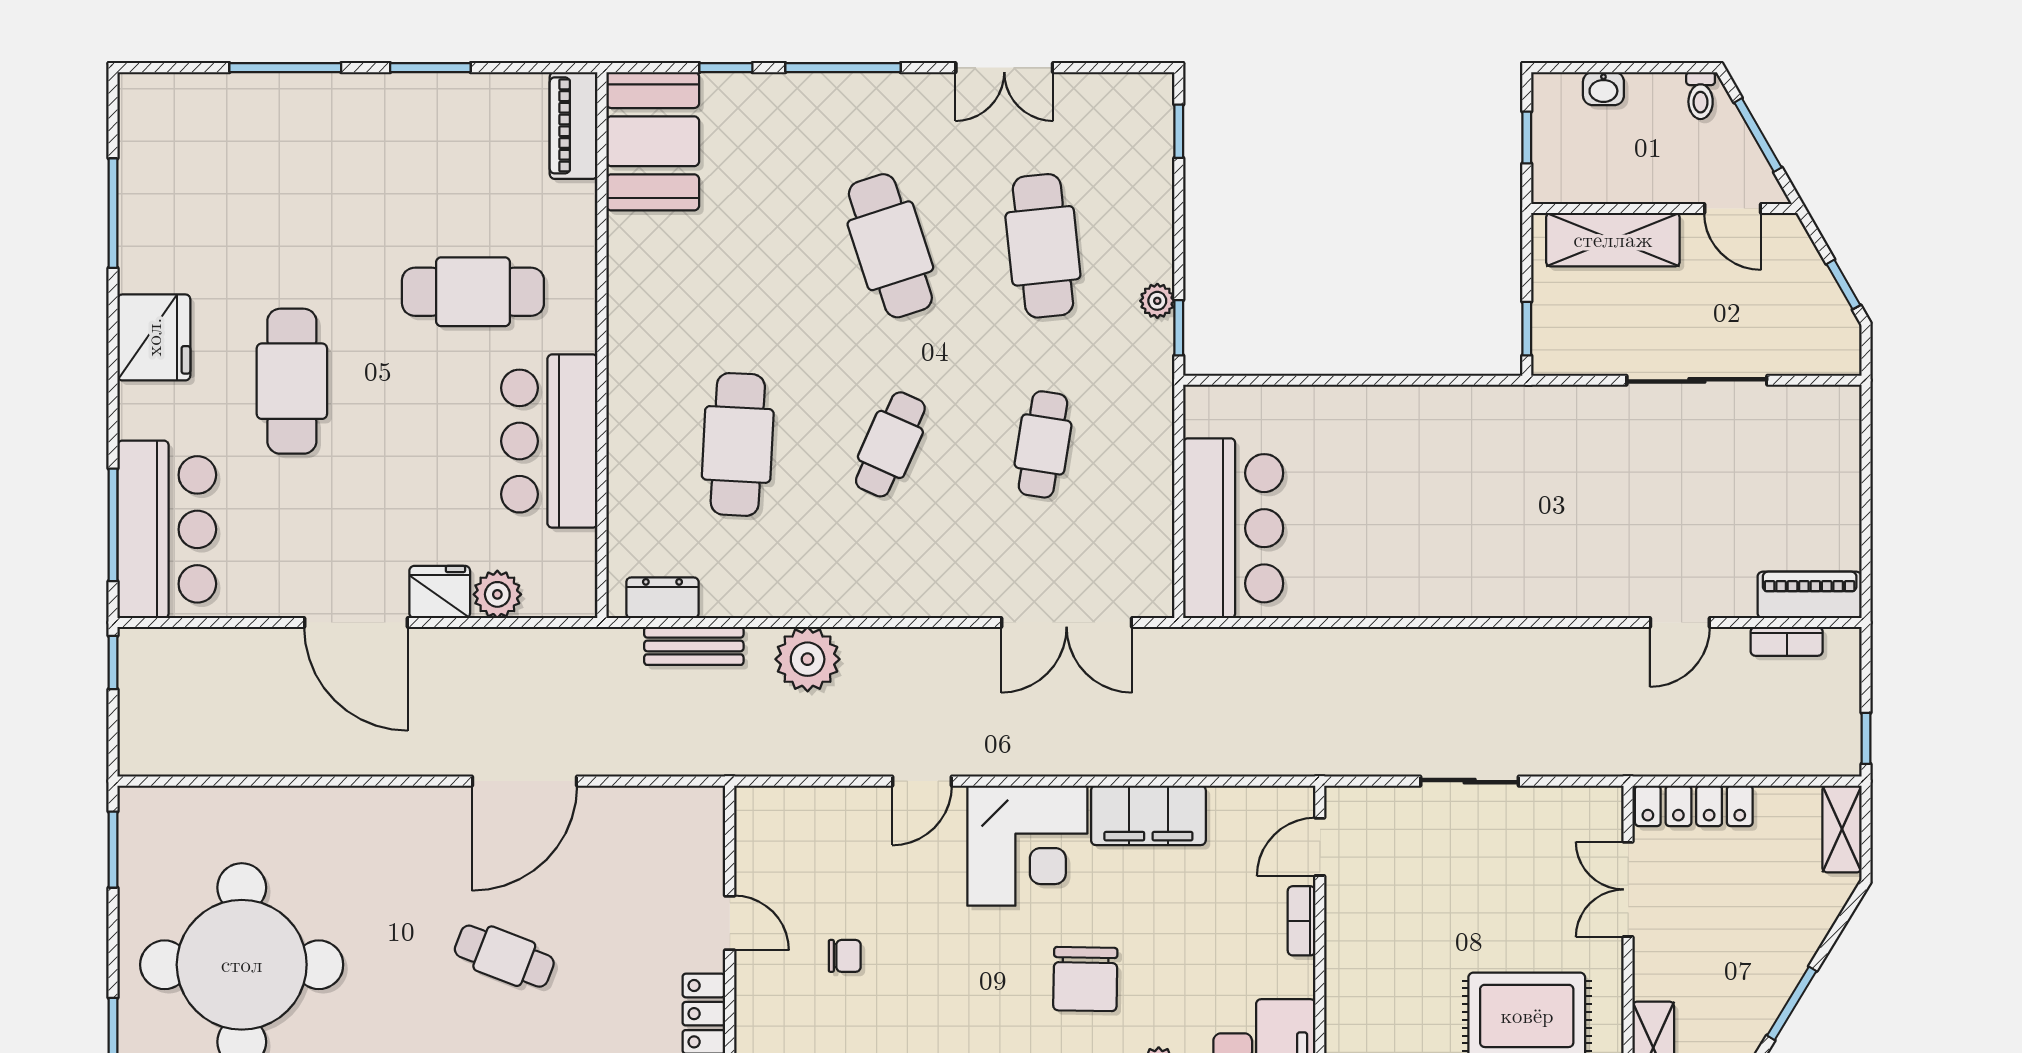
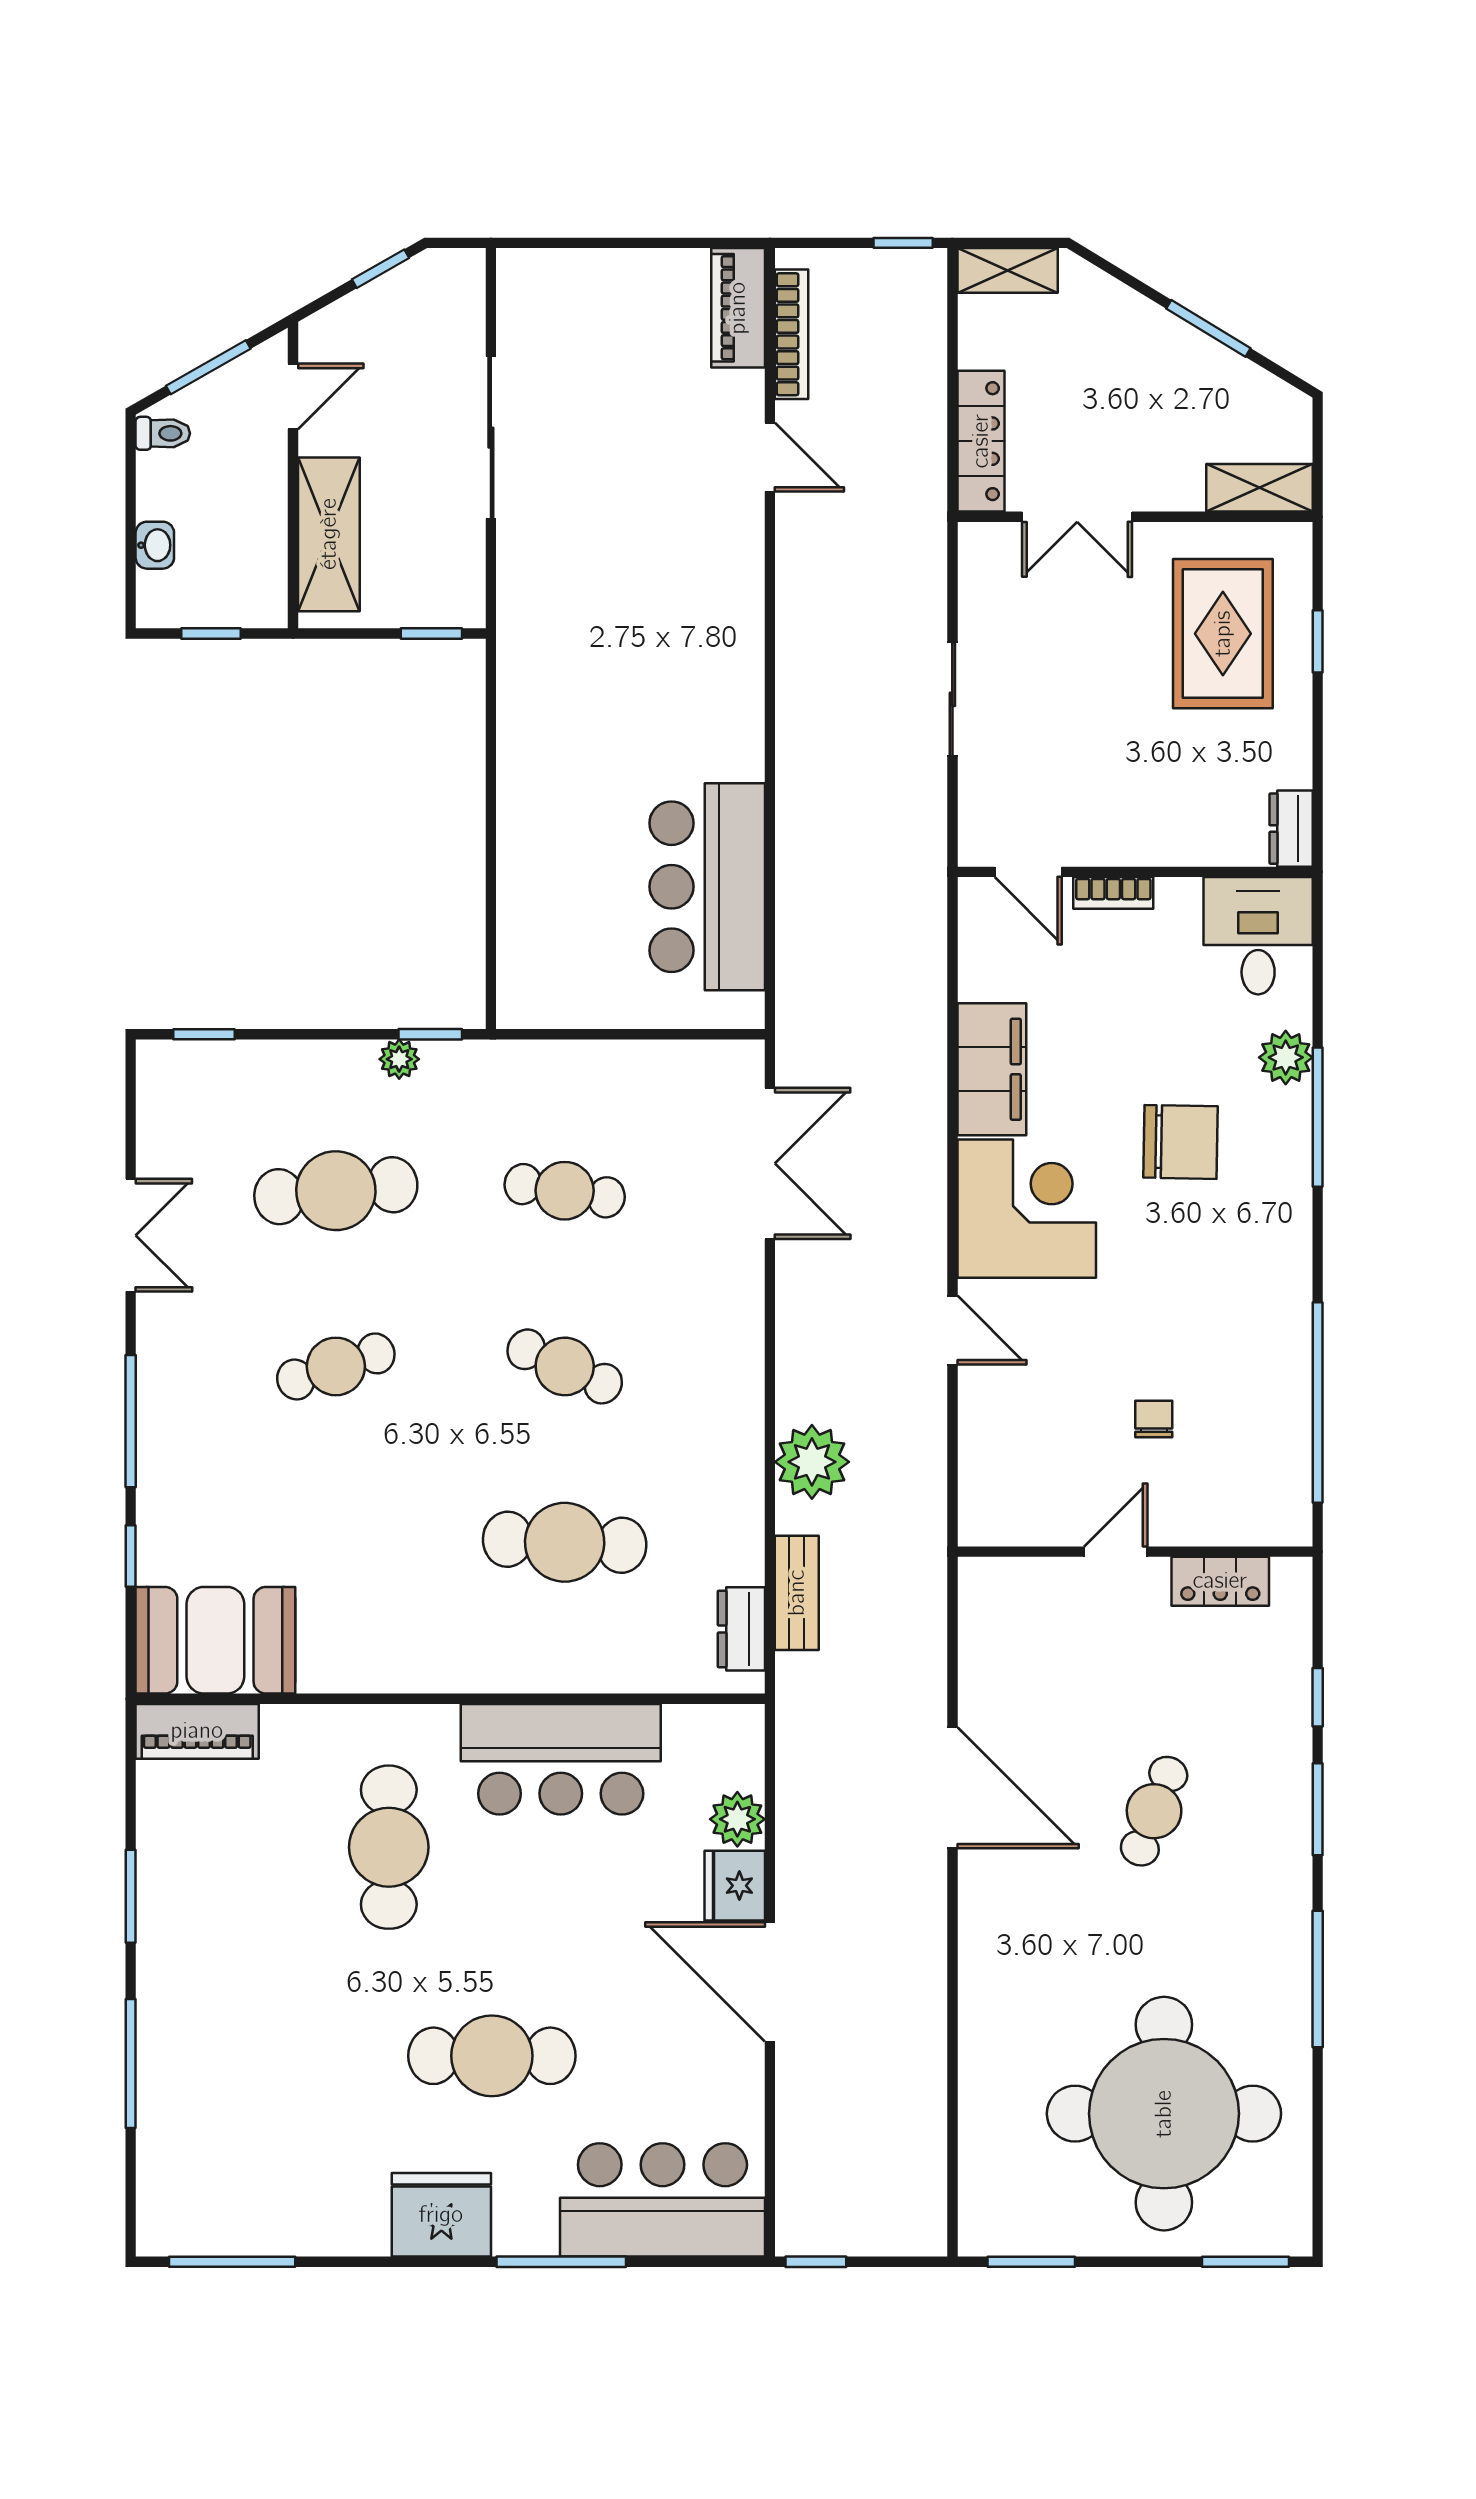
window: (113, 213) -> (232, 2262), moved
cafe table: (890, 246) -> (336, 1366), width x0.73, depth x0.74
window: (113, 525) -> (561, 2262), moved
bar counter: (1233, 528) -> (707, 887), moved, turned -90
door: (356, 623) -> (770, 1982), swing flipped
bookcase: (1787, 641) -> (792, 334), width x1.56

